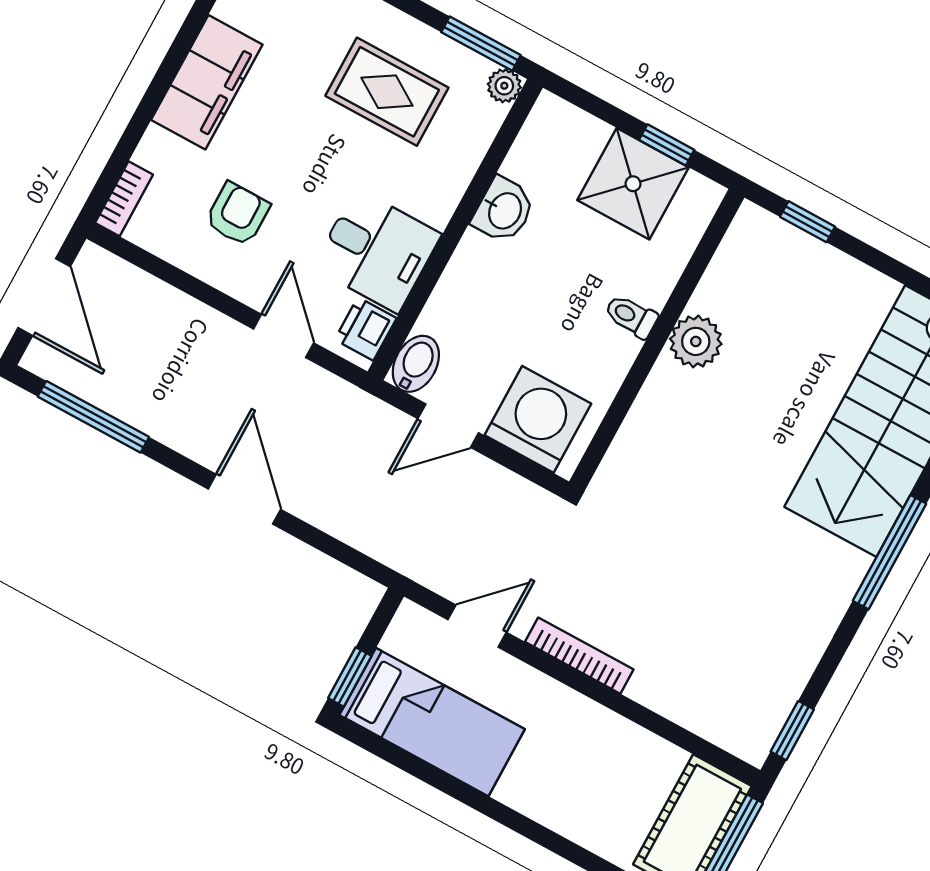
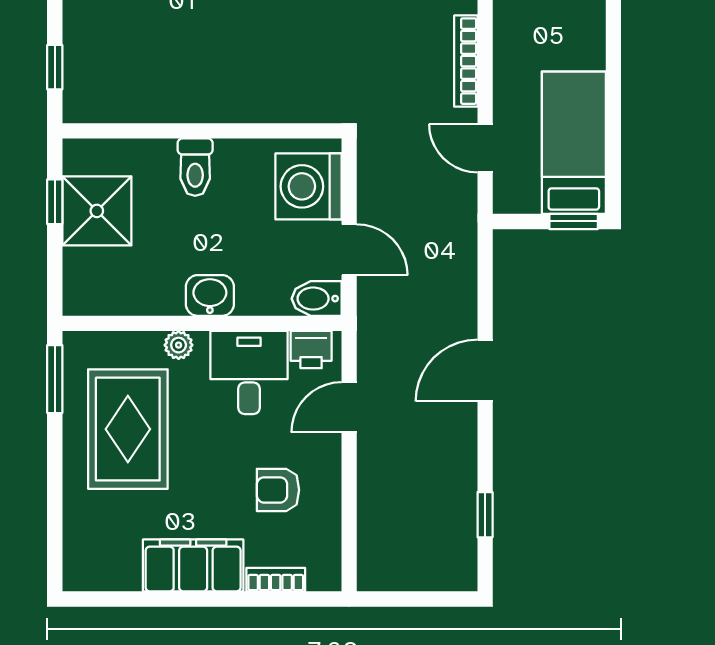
plant: (504, 86) -> (179, 345), moved
rug: (387, 92) -> (128, 429), width x1.36, depth x1.43
bookcase: (124, 199) -> (276, 580), moved
washbasin: (504, 210) -> (210, 295), moved
door: (44, 297) -> (417, 599), removed
toilet: (631, 316) -> (195, 167), width x1.37, depth x1.39
plant: (696, 341) -> (188, 101), removed
window: (93, 417) -> (485, 515), width x0.46

